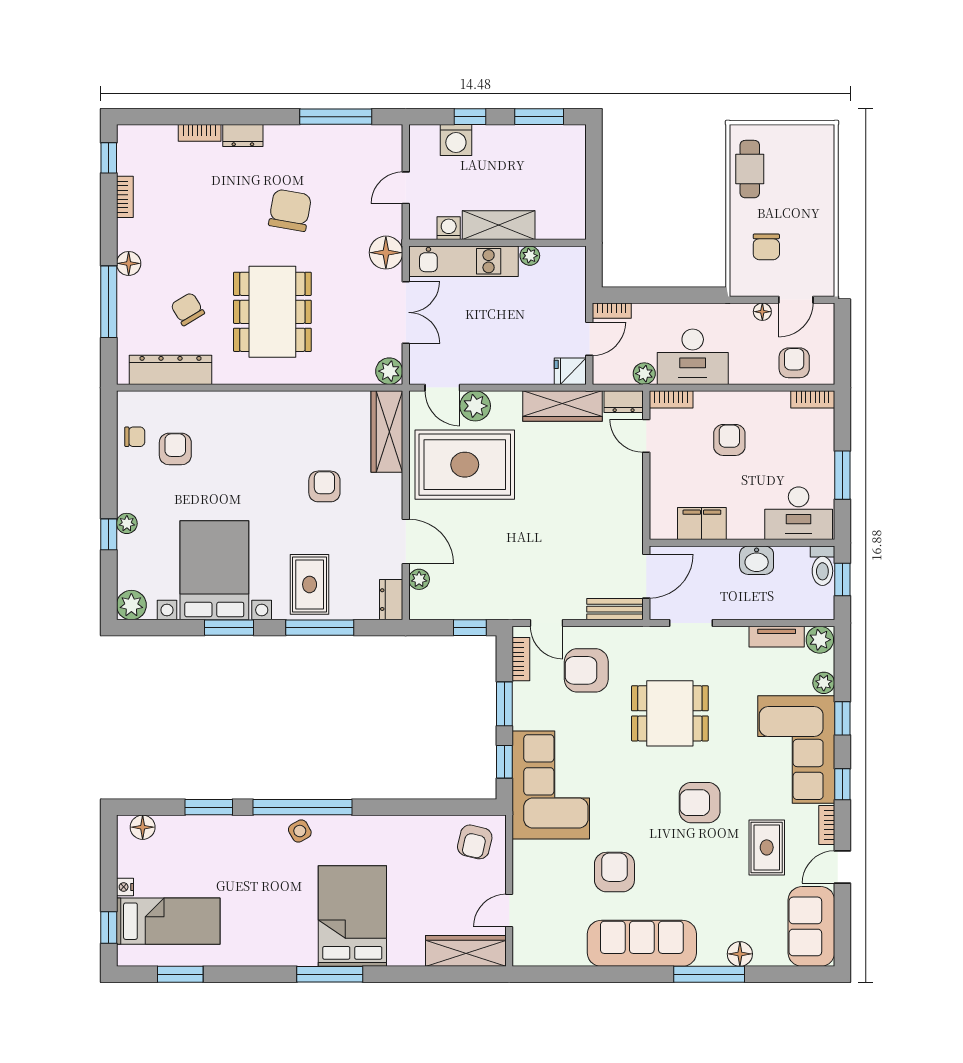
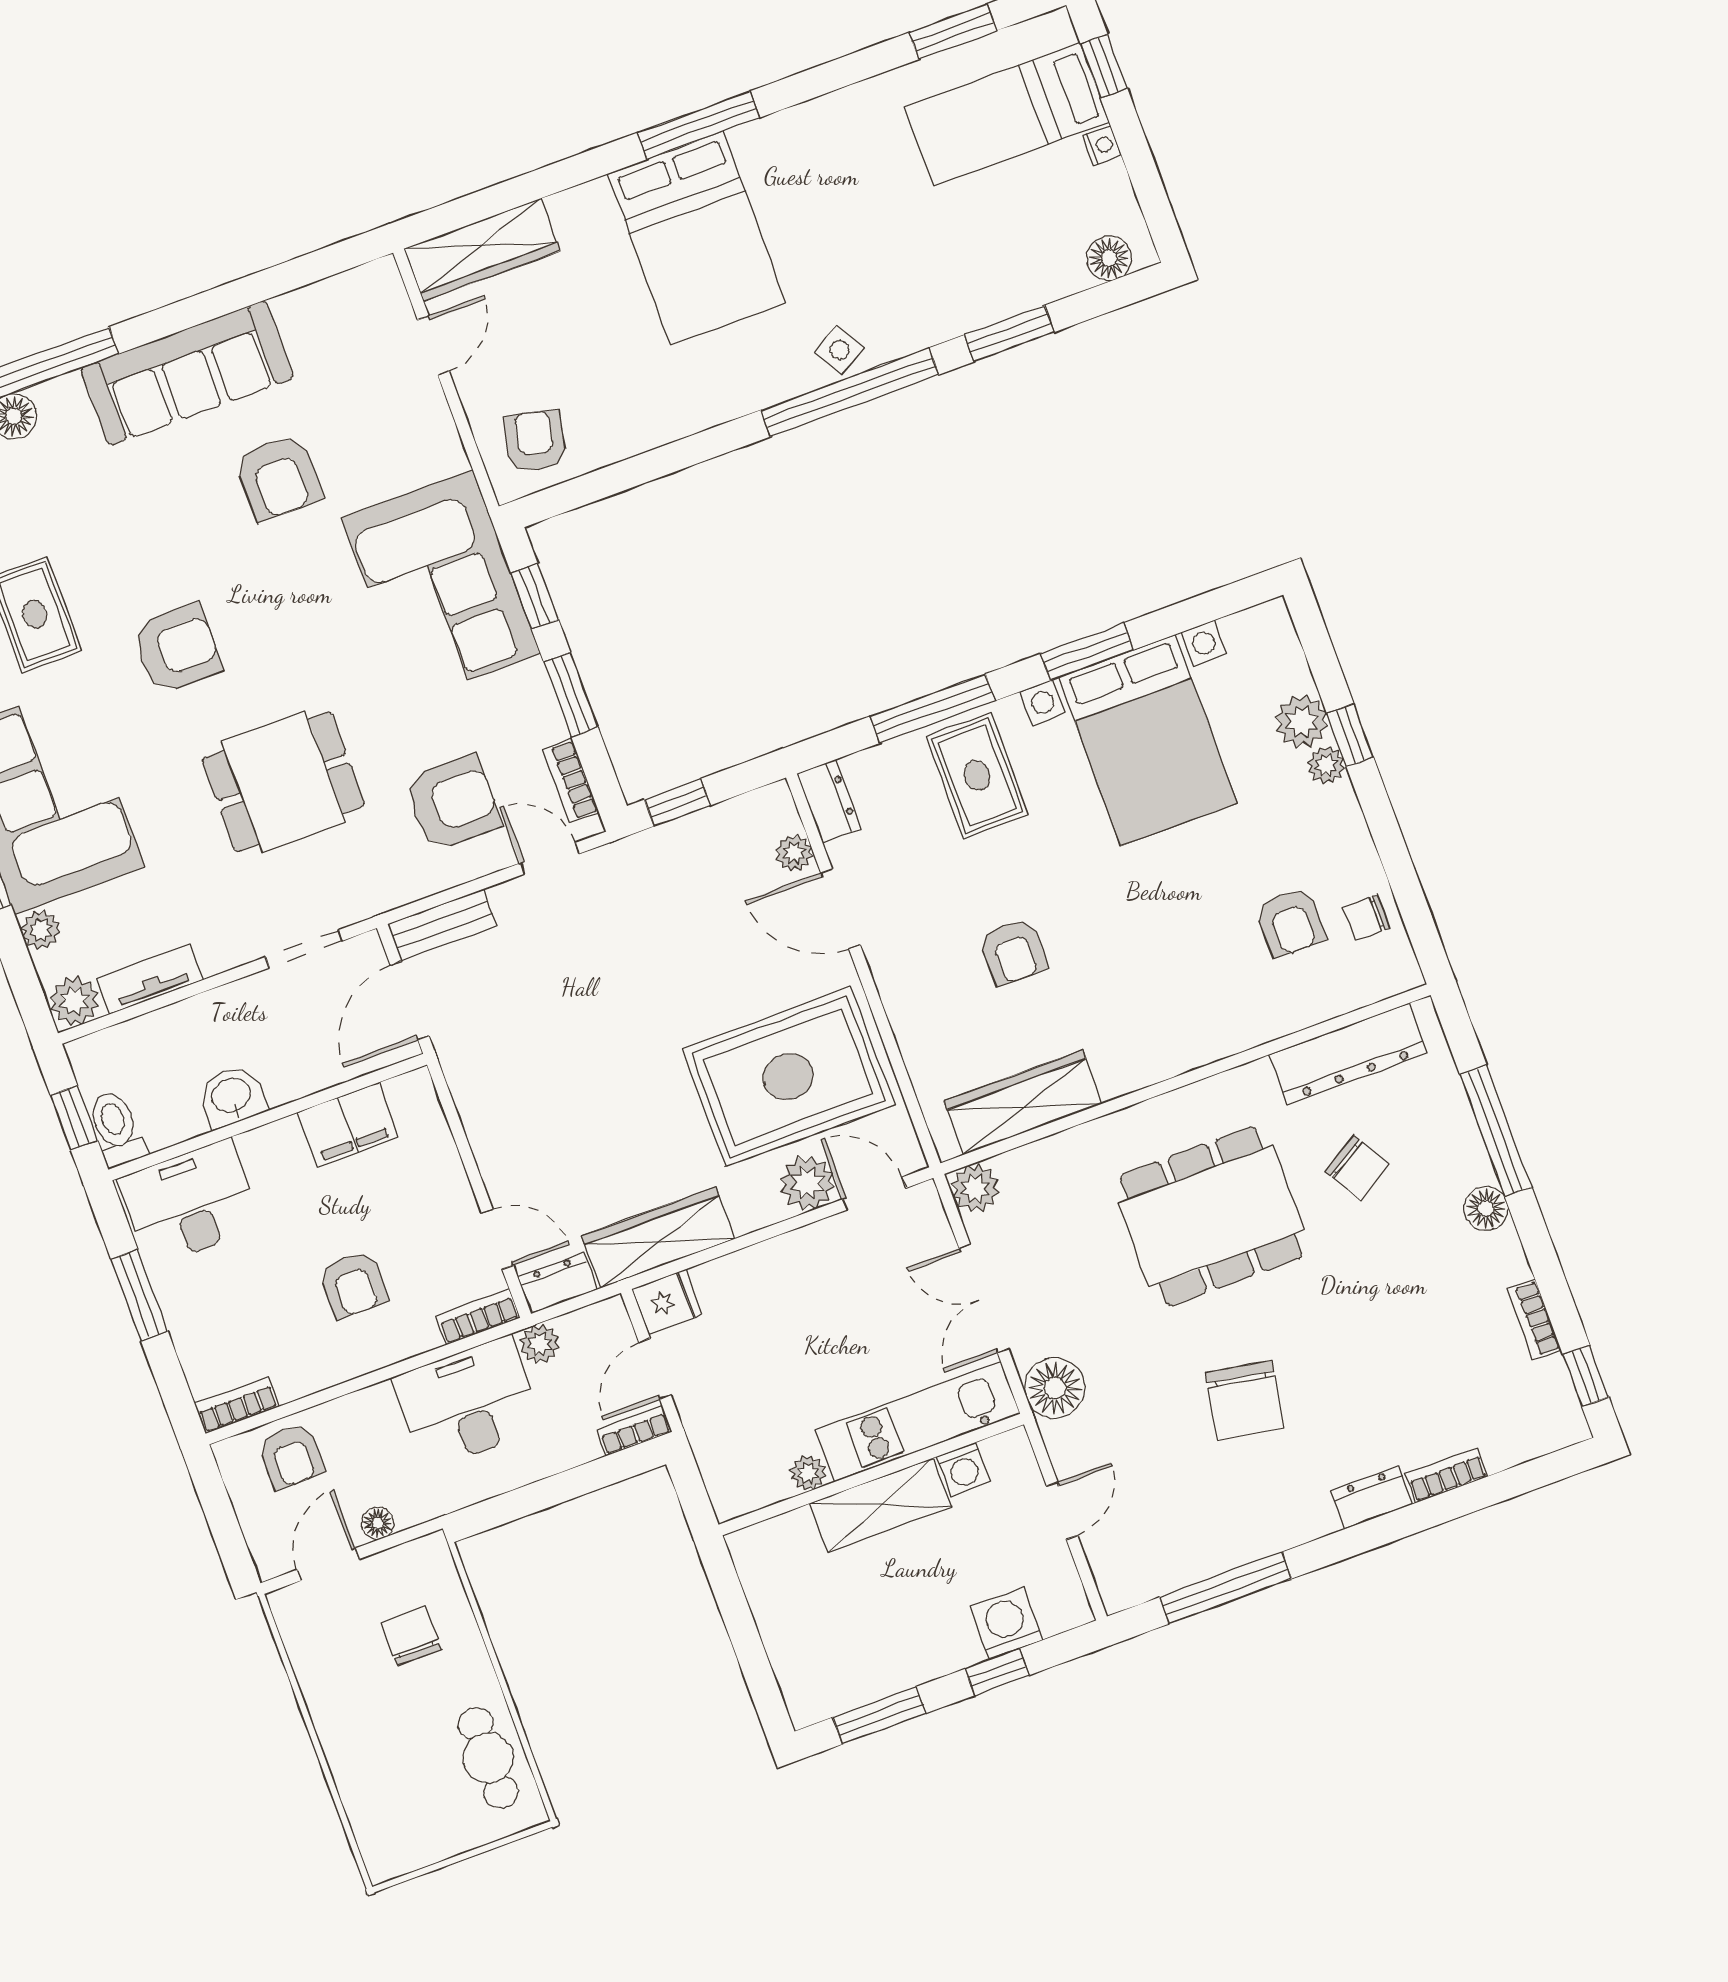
dining table: (272, 312) -> (1211, 1216), turned 90
wardrobe: (387, 432) -> (1023, 1102), moved, turned -90
plant: (131, 605) -> (1302, 722), moved

